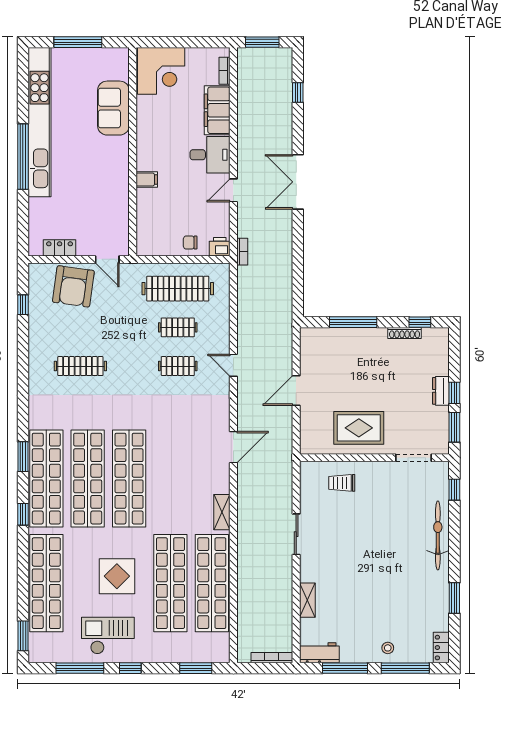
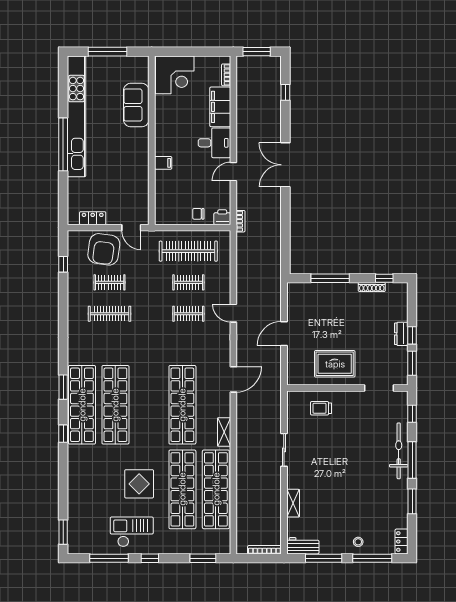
clothes rail: (80, 327) -> (110, 282), added
shop shelf: (129, 479) -> (182, 405), moved
window: (454, 547) -> (412, 460), added
shop shelf: (46, 583) -> (82, 489), removed

